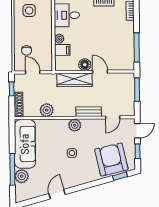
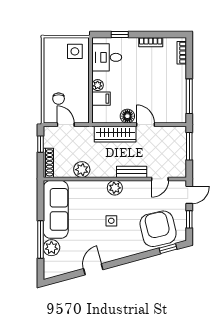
side table: (29, 11) -> (75, 51), moved

